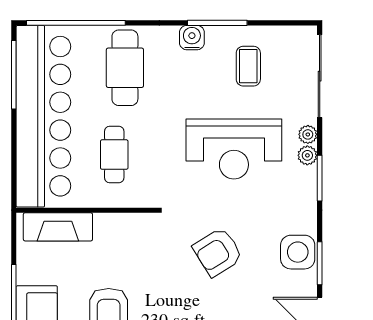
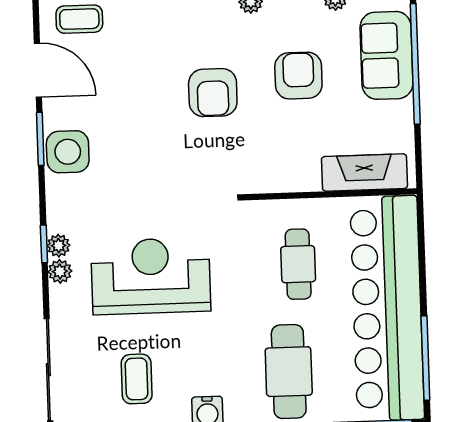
plant: (308, 134) -> (59, 246), moved
window: (320, 178) -> (44, 244), width x0.67
armchair: (218, 252) -> (213, 93), moved, turned 122

